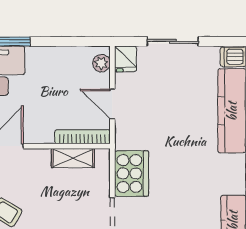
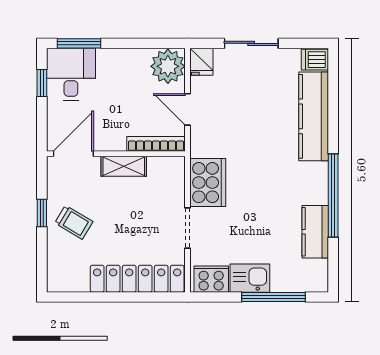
plant: (101, 63) -> (168, 66), width x1.87, depth x1.87
shelving: (73, 158) -> (124, 166), moved

